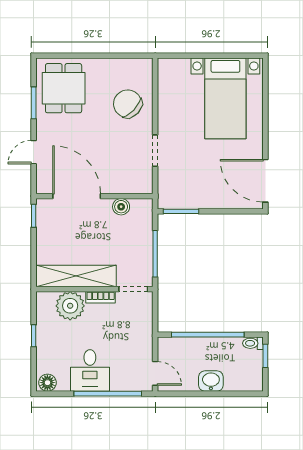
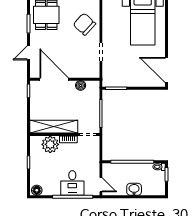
desk: (90, 370) -> (72, 183), moved

